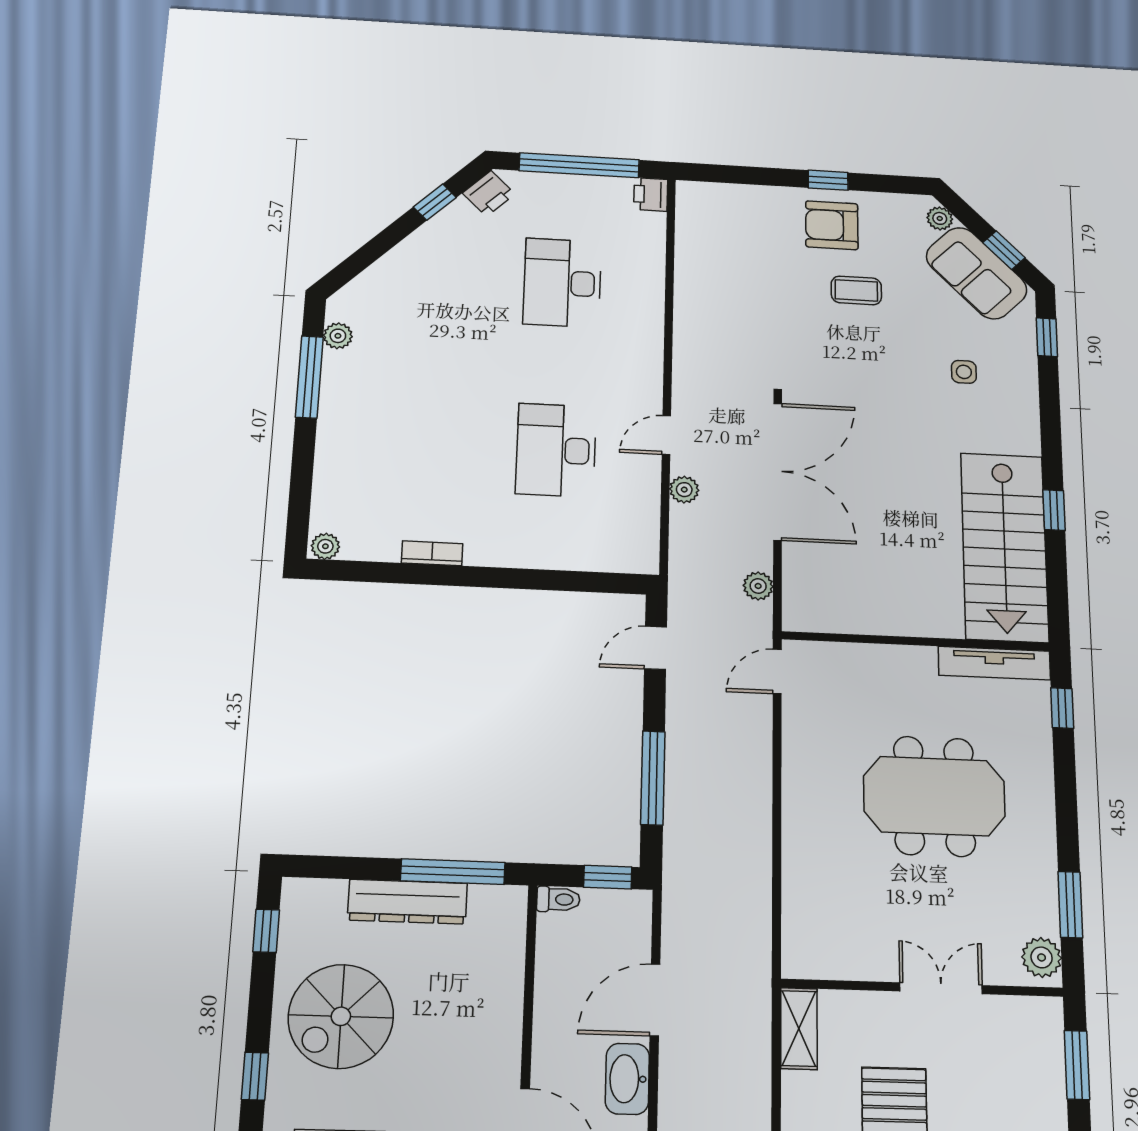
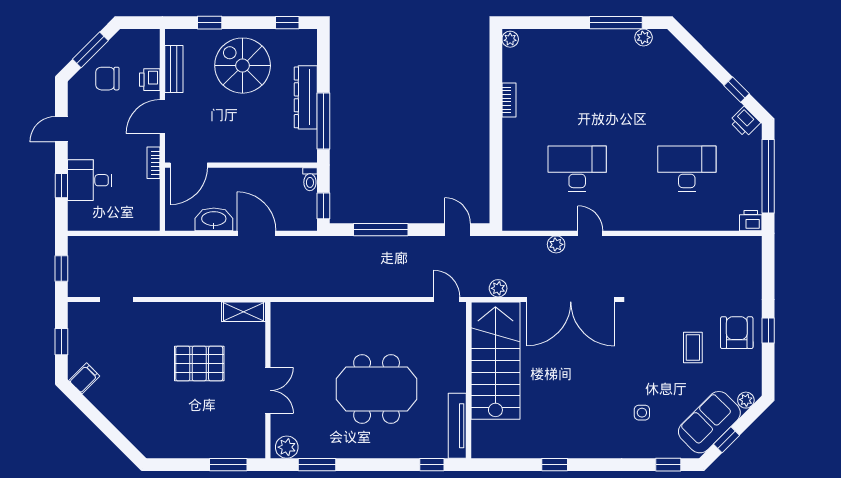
stairs: (1004, 547) -> (495, 361), moved, turned 90
meeting table: (934, 796) -> (377, 389), turned 90

